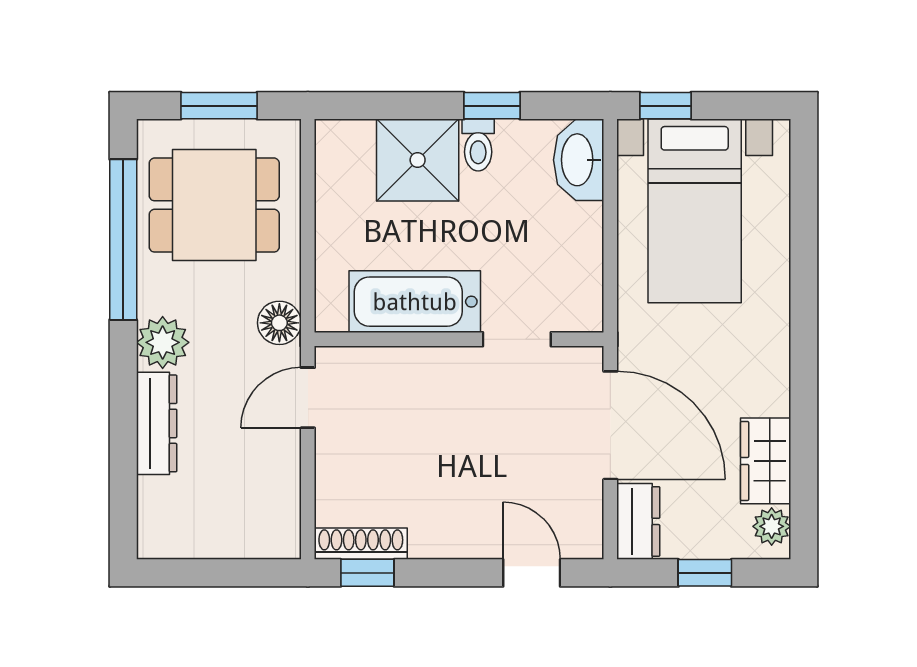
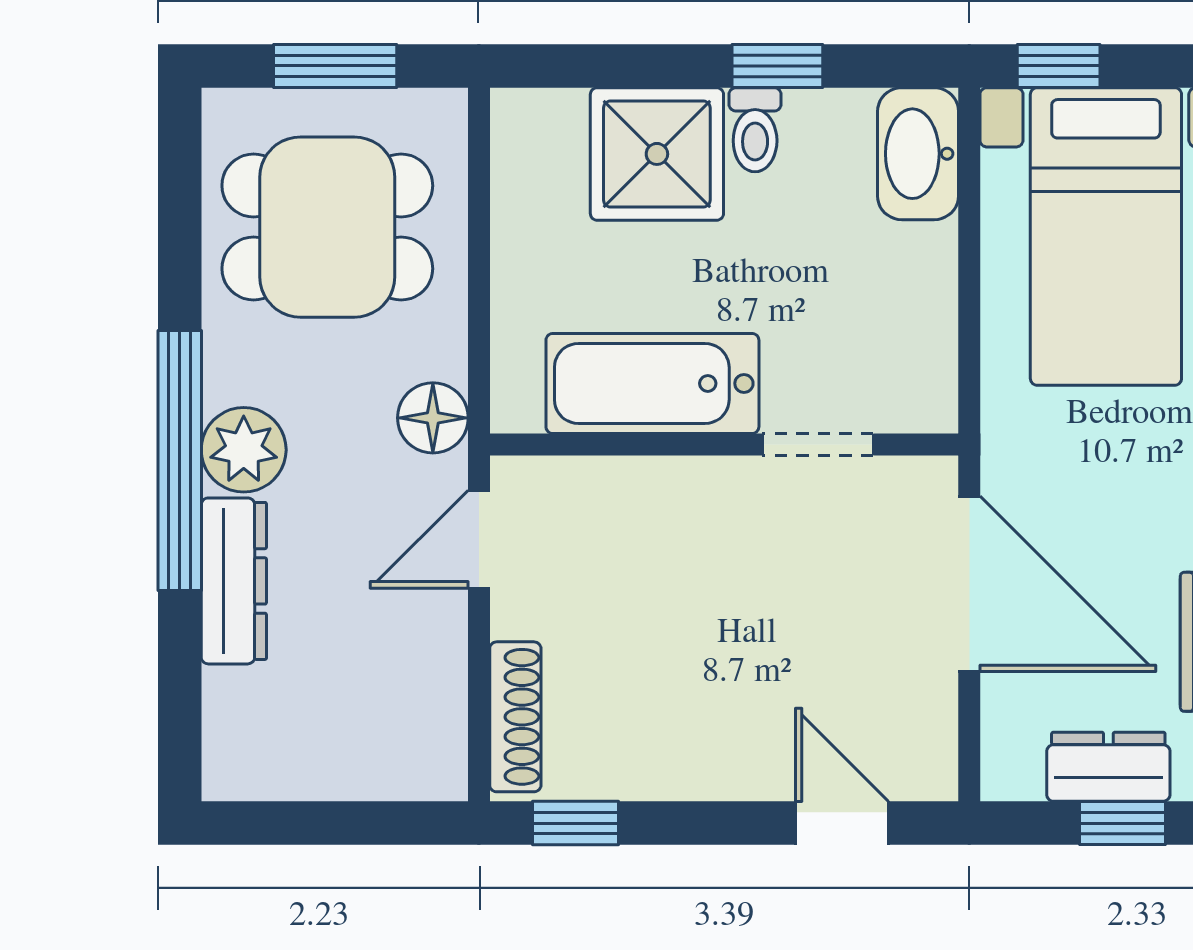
window: (123, 240) -> (180, 460), moved
dresser: (638, 521) -> (1108, 767), moved, turned -90
shoe rack: (361, 544) -> (515, 717), moved, turned 90

